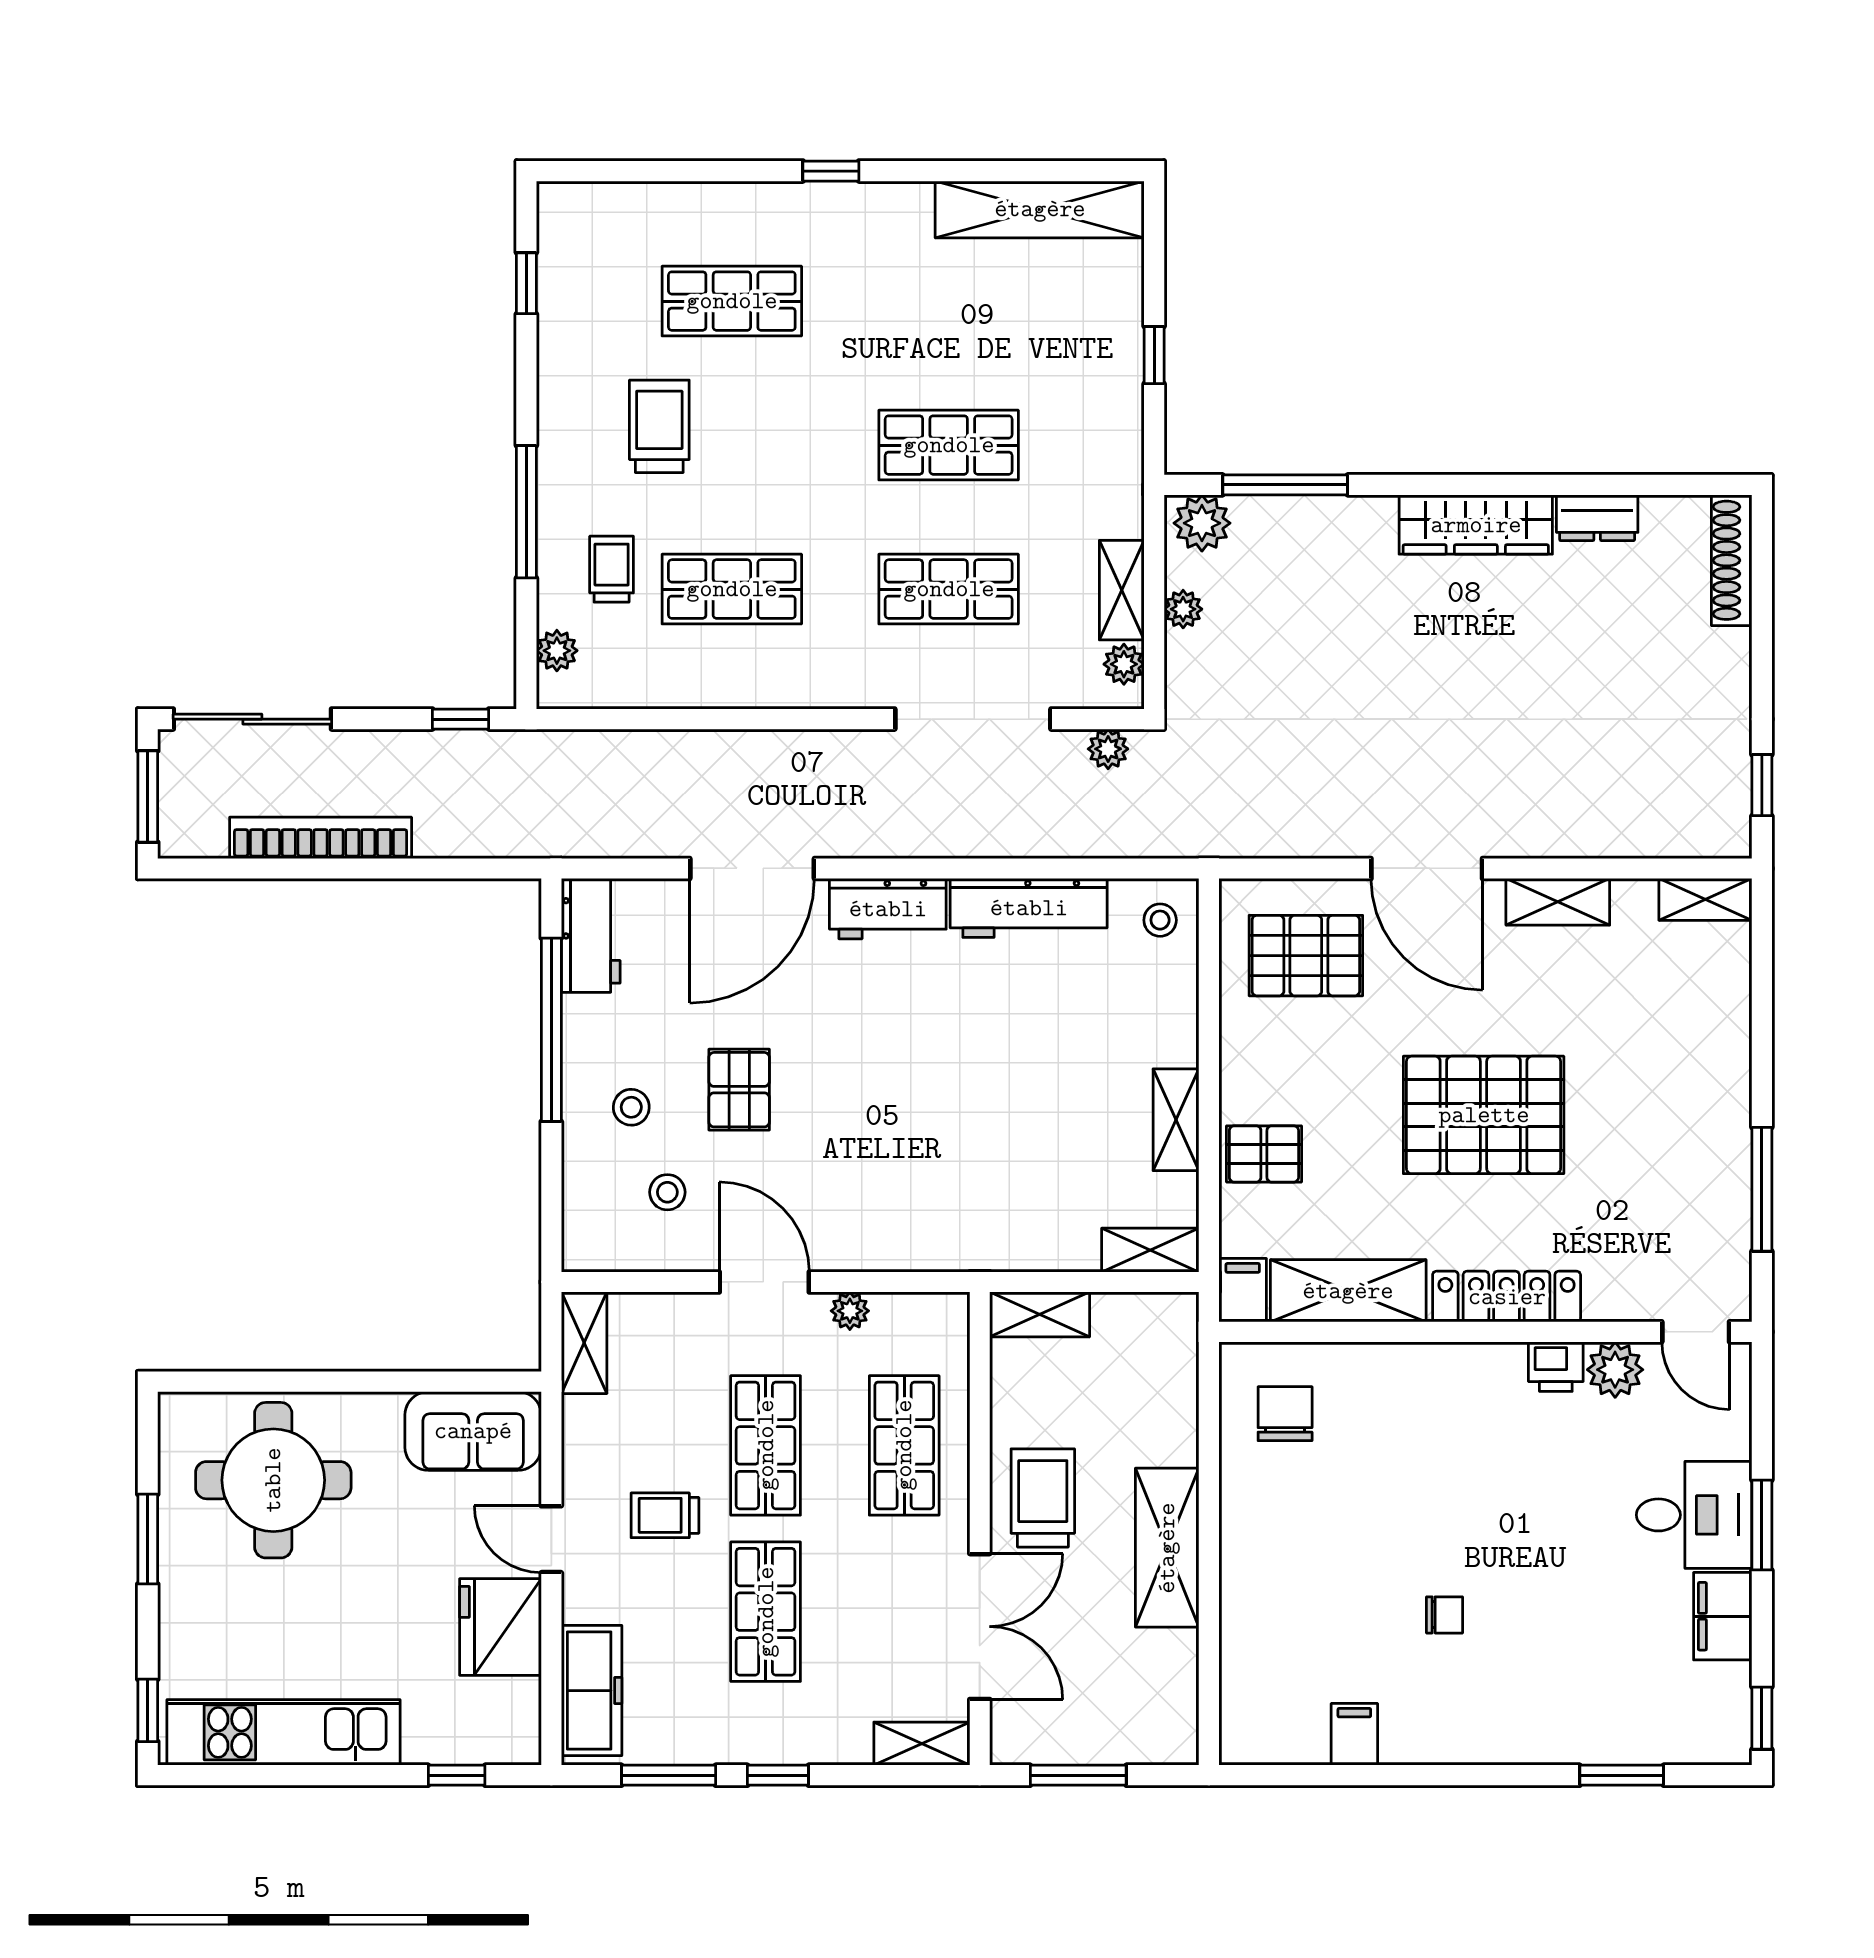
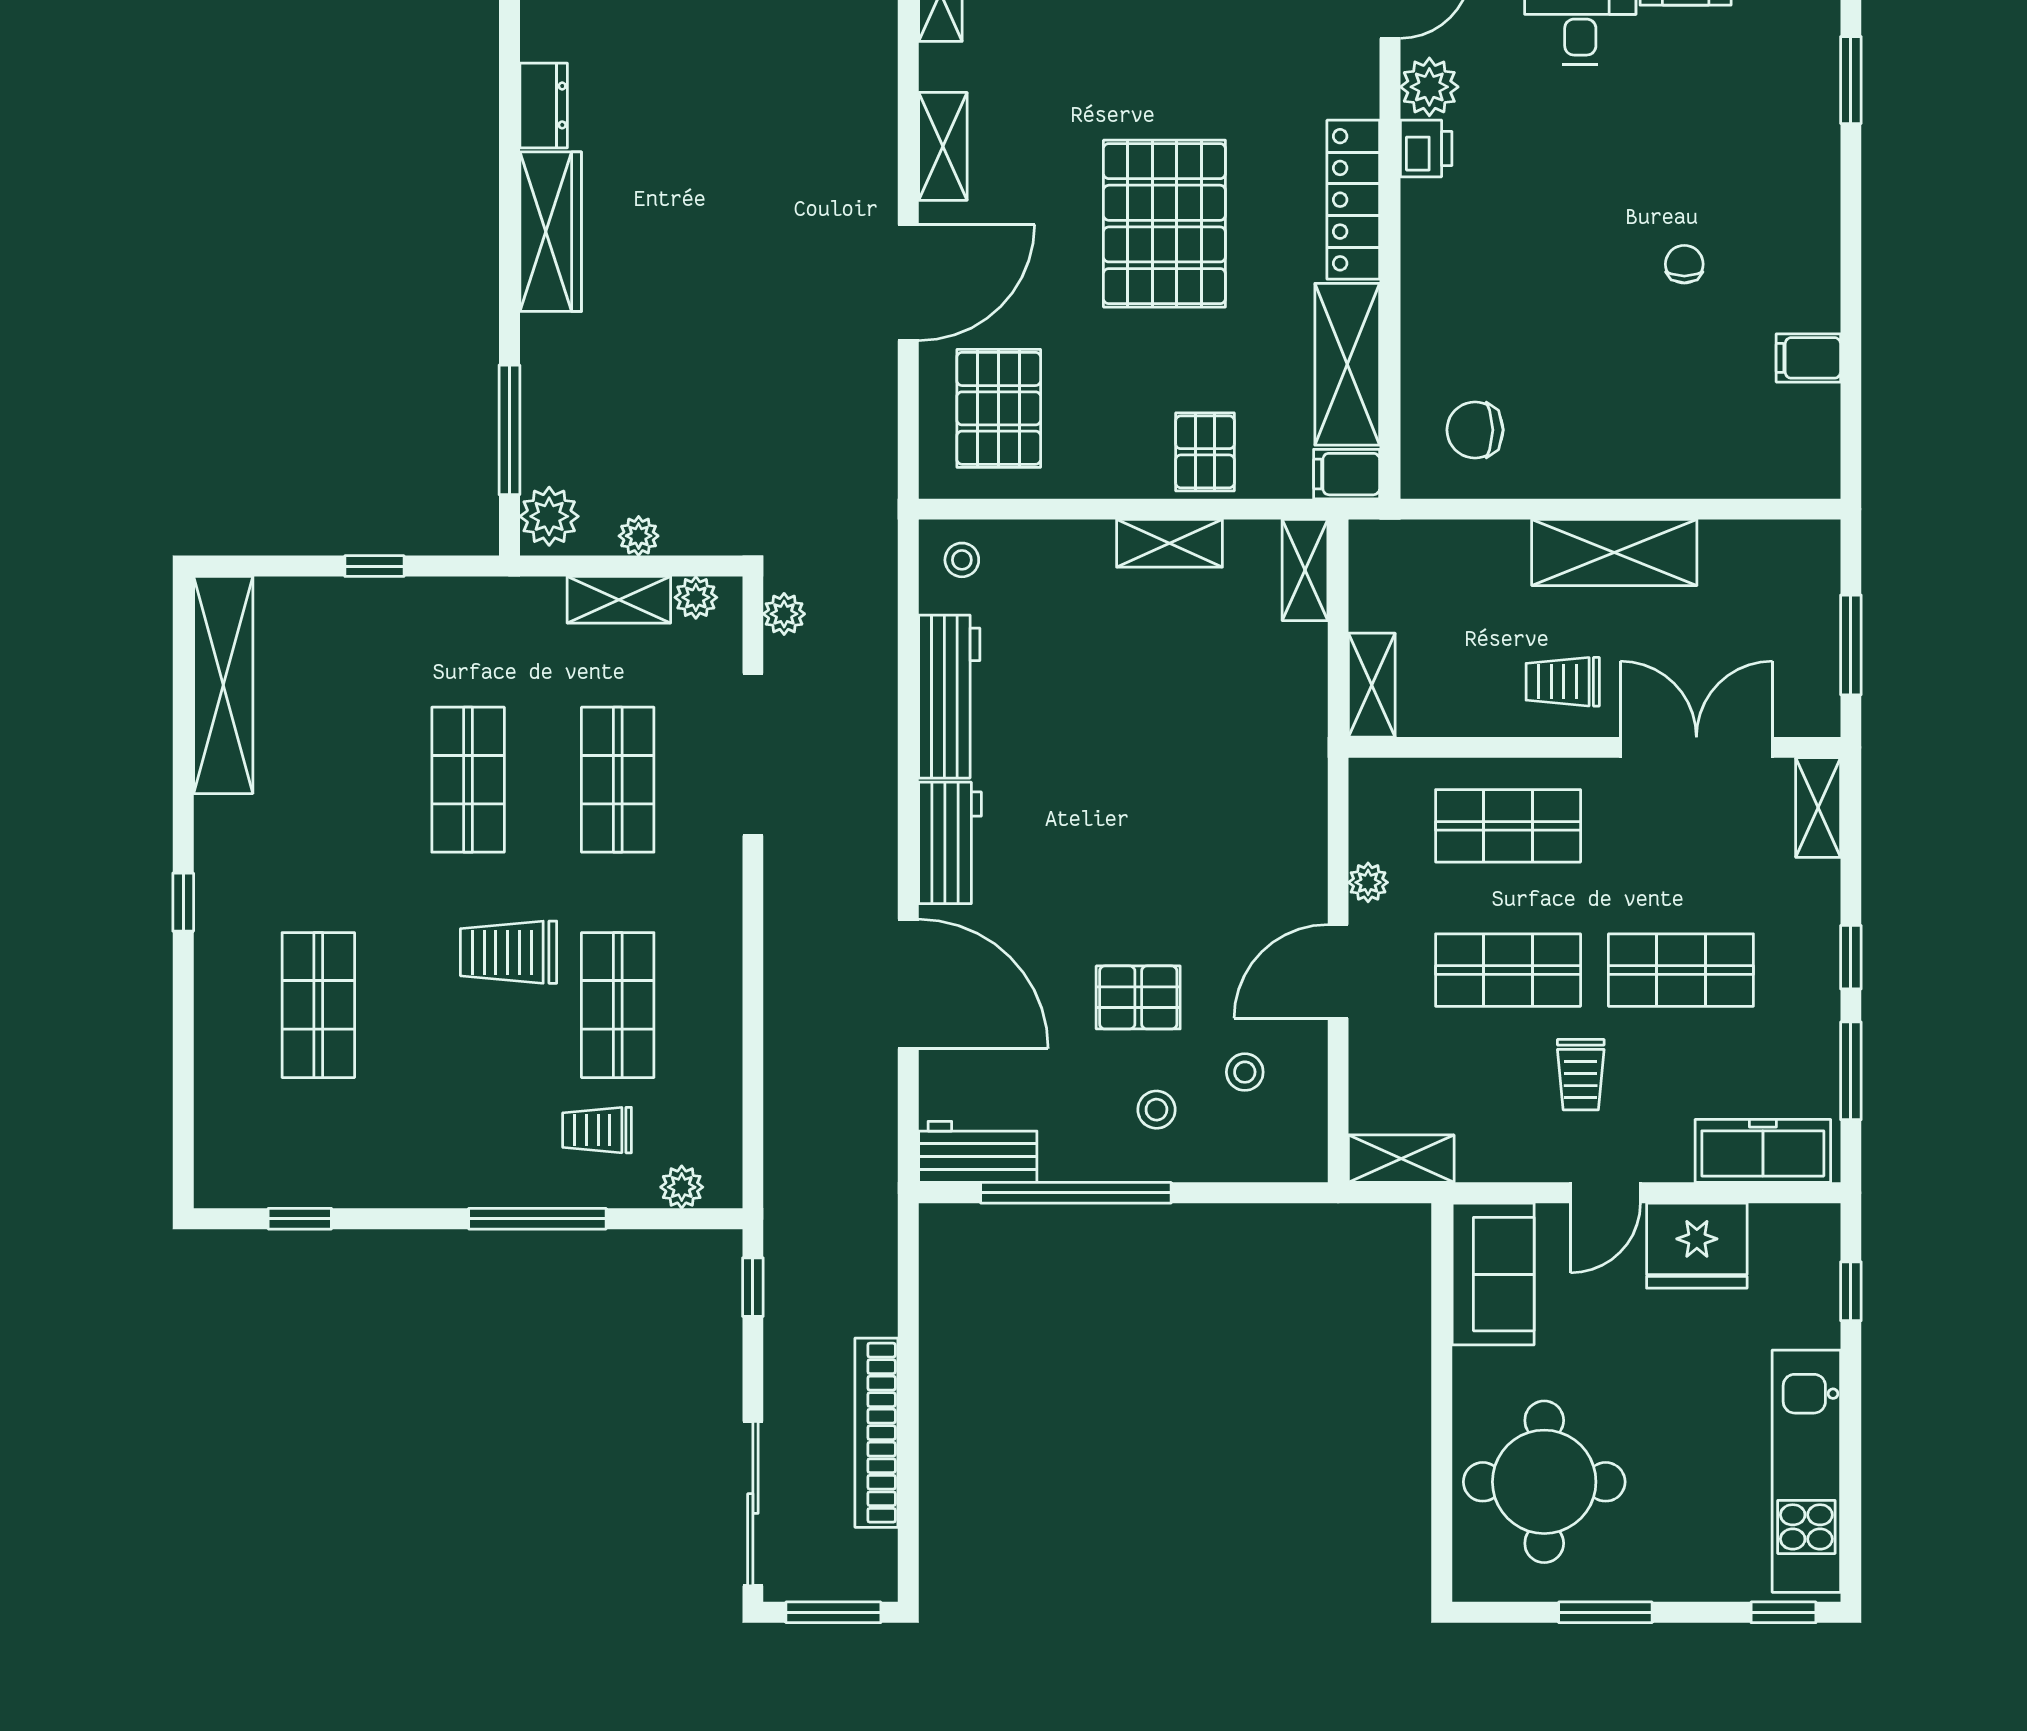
trolley: (659, 426) -> (509, 952), moved
trolley: (1043, 1498) -> (1563, 682), width x0.73, depth x0.72

